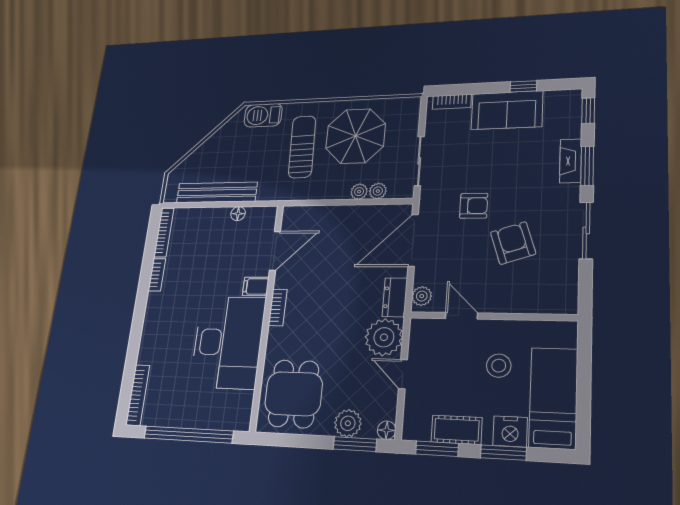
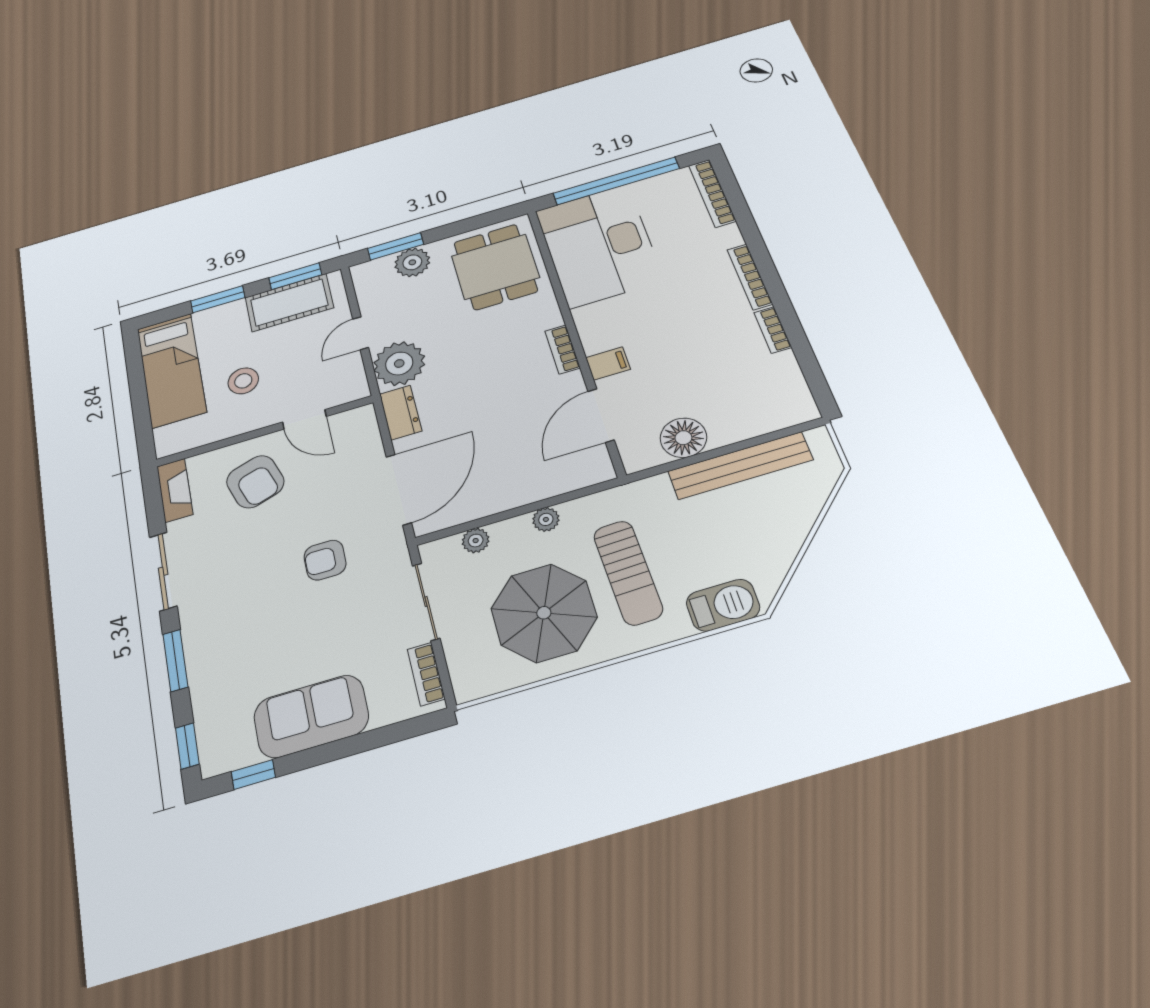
window: (523, 86) -> (253, 775), moved
bookcase: (452, 102) -> (426, 674), moved, turned -90
fireplace: (571, 161) -> (175, 490), moved
plant: (359, 192) -> (546, 519), moved
floor lamp: (238, 214) -> (683, 438), width x1.89, depth x1.89
bookcase: (164, 232) -> (750, 277), moved
armchair: (513, 243) -> (255, 482), moved
plant: (422, 296) -> (364, 425), removed
desk: (228, 342) -> (599, 245), moved
door: (403, 374) -> (361, 333), swing flipped
floor lamp: (387, 430) -> (362, 272), removed
cot: (457, 430) -> (289, 303), width x1.37, depth x1.34
nightstand: (510, 431) -> (215, 321), removed

